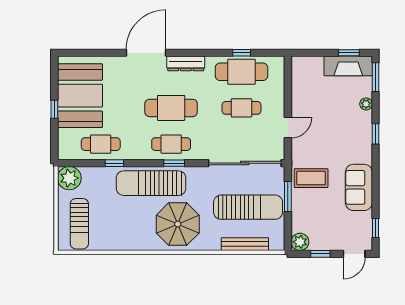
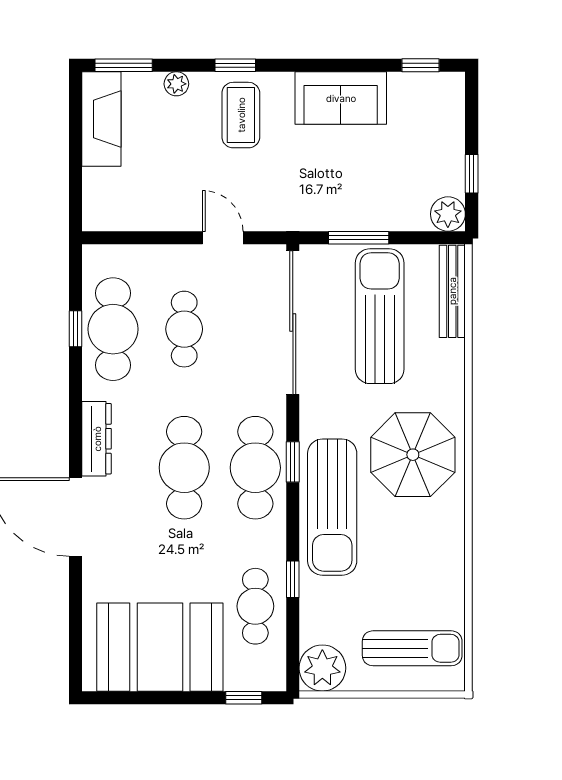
window: (349, 53) -> (76, 118), removed
window: (54, 109) -> (244, 698), moved
cafe table: (171, 144) -> (255, 468), width x1.37, depth x1.35
coffee table: (311, 178) -> (241, 115), moved
bench: (245, 244) -> (452, 291), moved
door: (354, 254) -> (472, 107), removed

